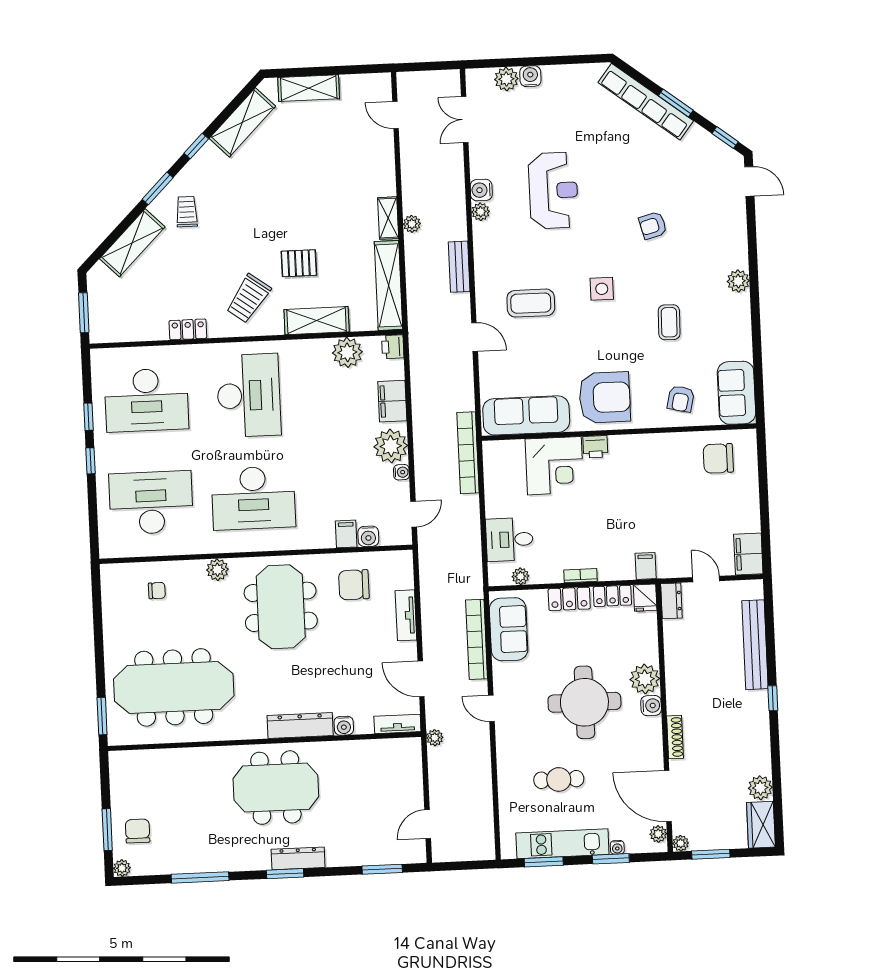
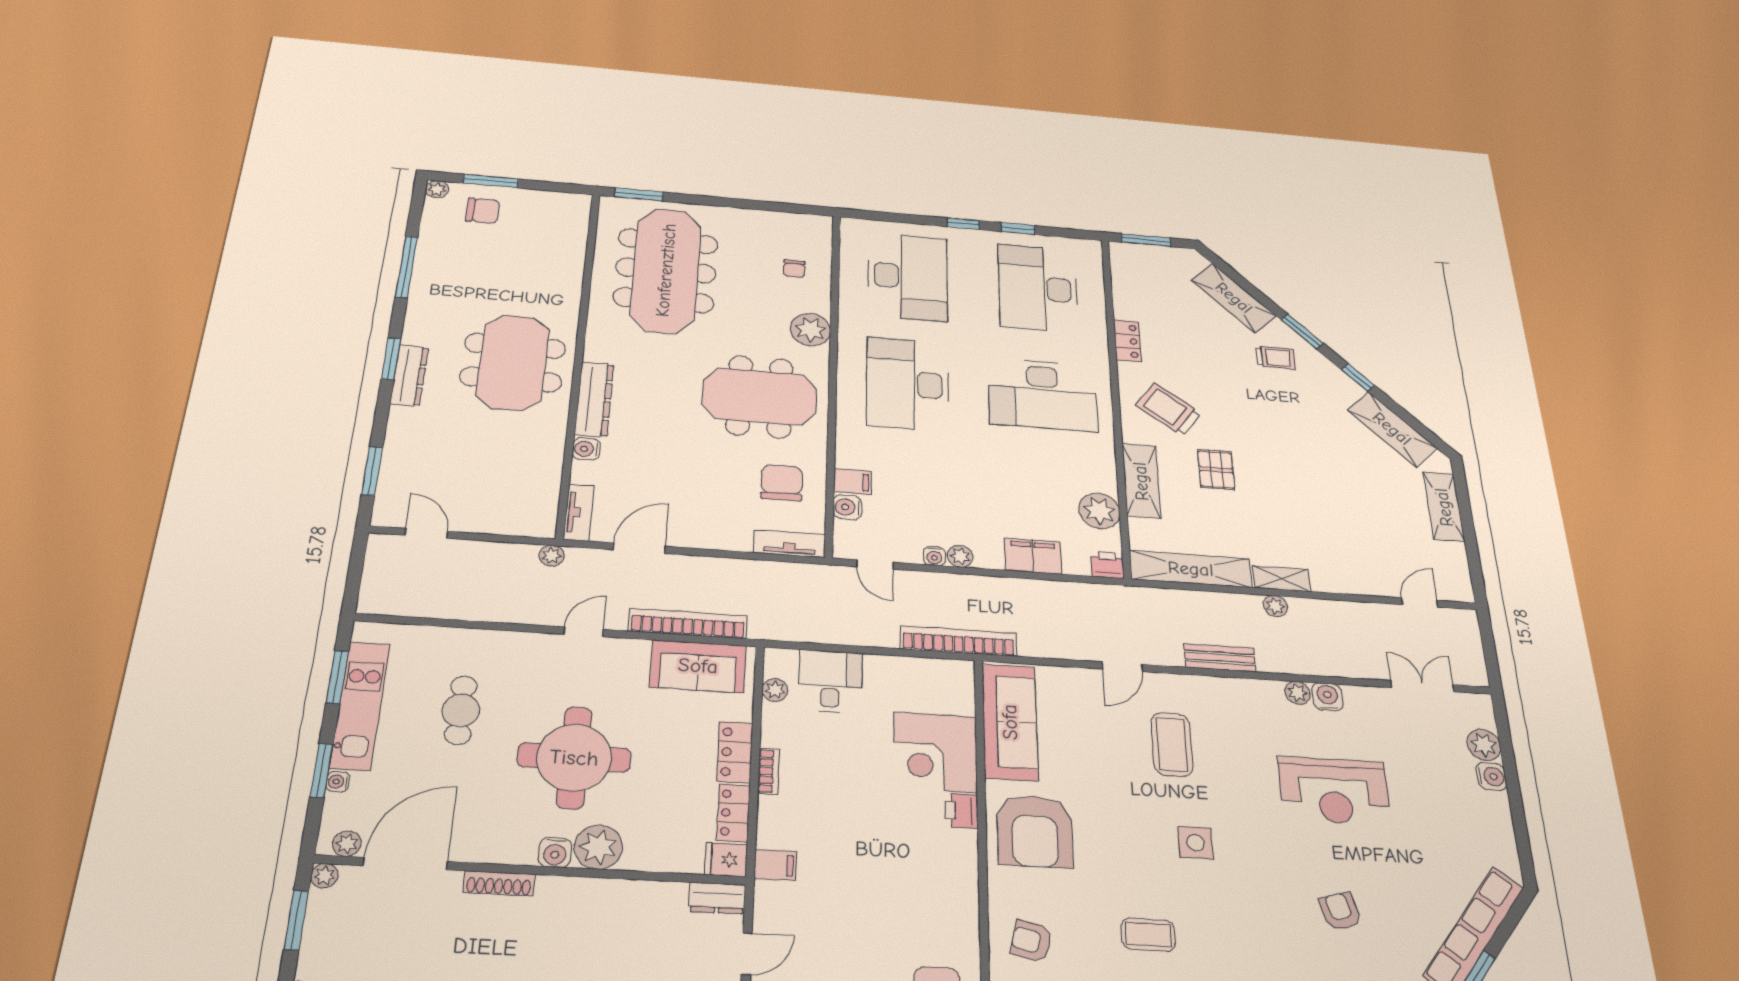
armchair: (653, 225) -> (1340, 911), moved
plant: (391, 446) -> (960, 556), width x0.53, depth x0.53
plant: (217, 570) -> (810, 330), width x1.36, depth x1.36
tv unit: (406, 615) -> (789, 544), moved

